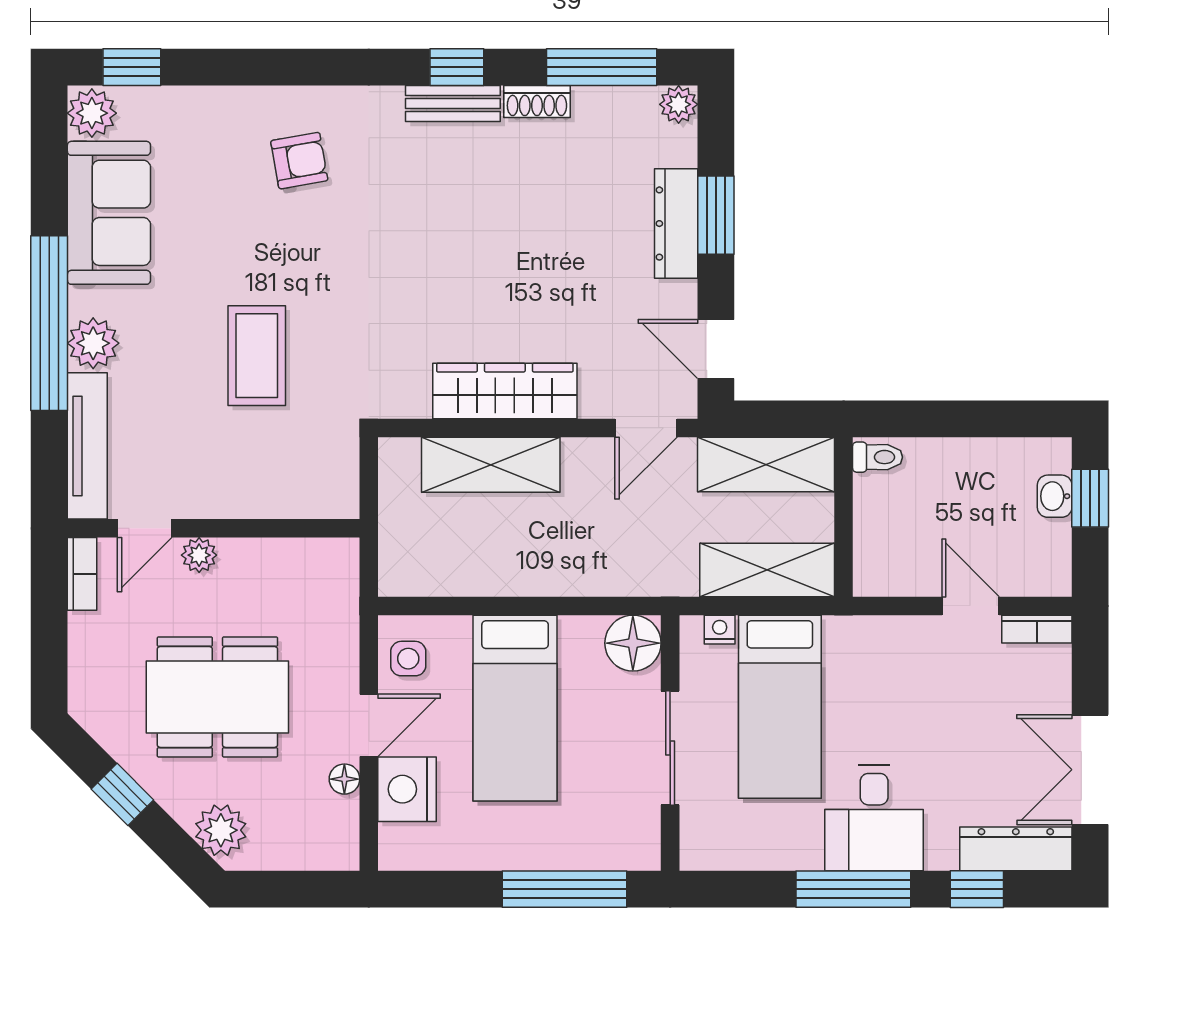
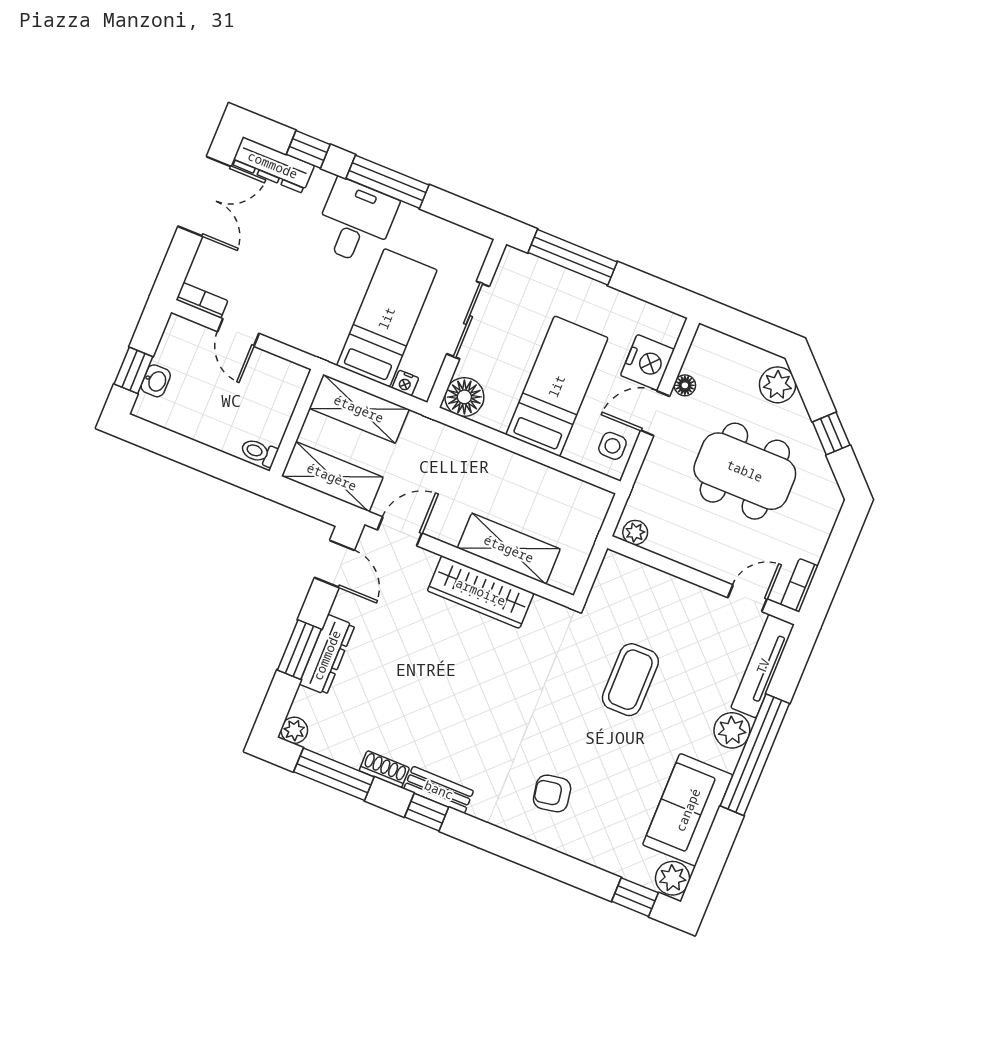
plant: (199, 555) -> (635, 532), moved

